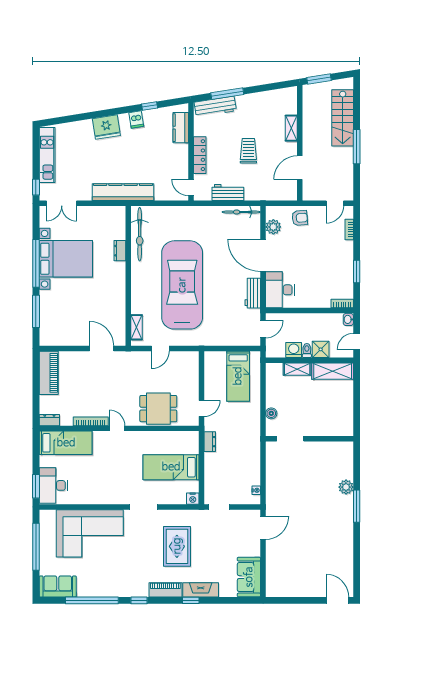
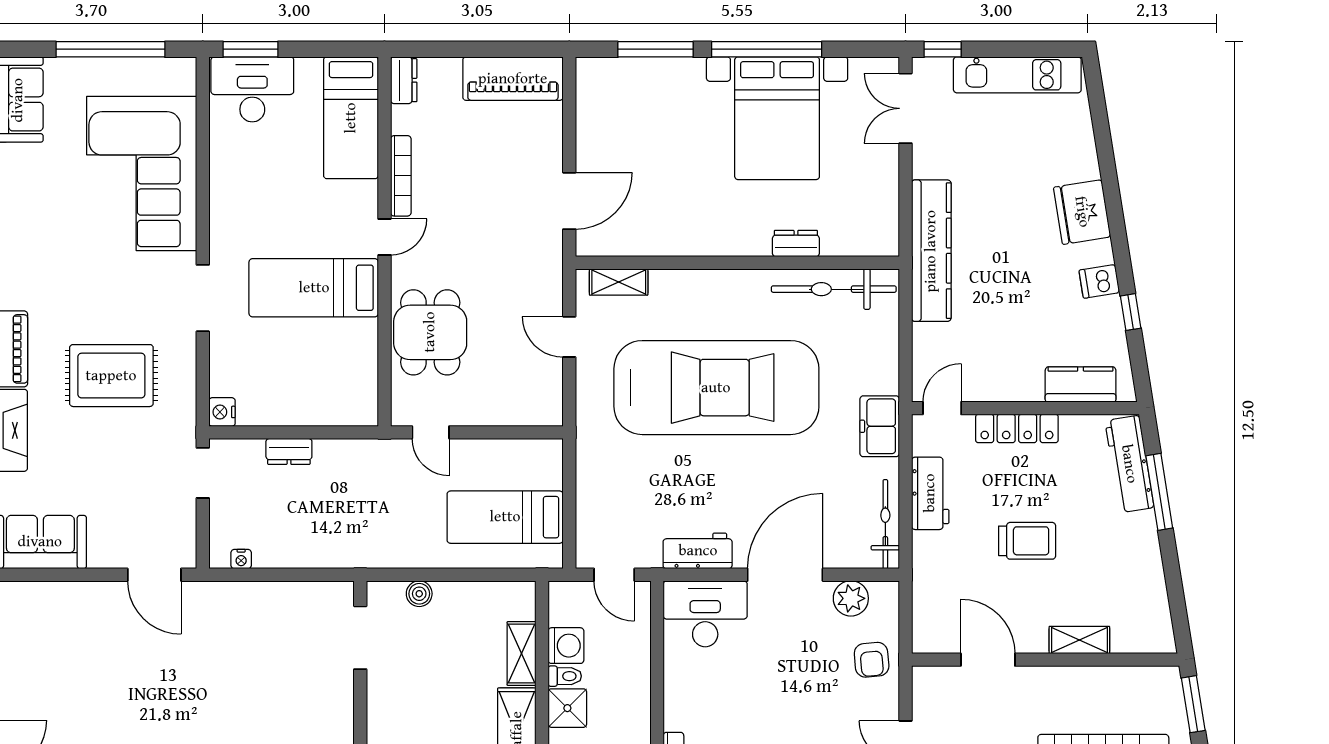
freezer: (199, 214) -> (880, 426), added
dresser: (210, 442) -> (289, 451), moved
bed: (171, 467) -> (314, 288), moved, turned -90

